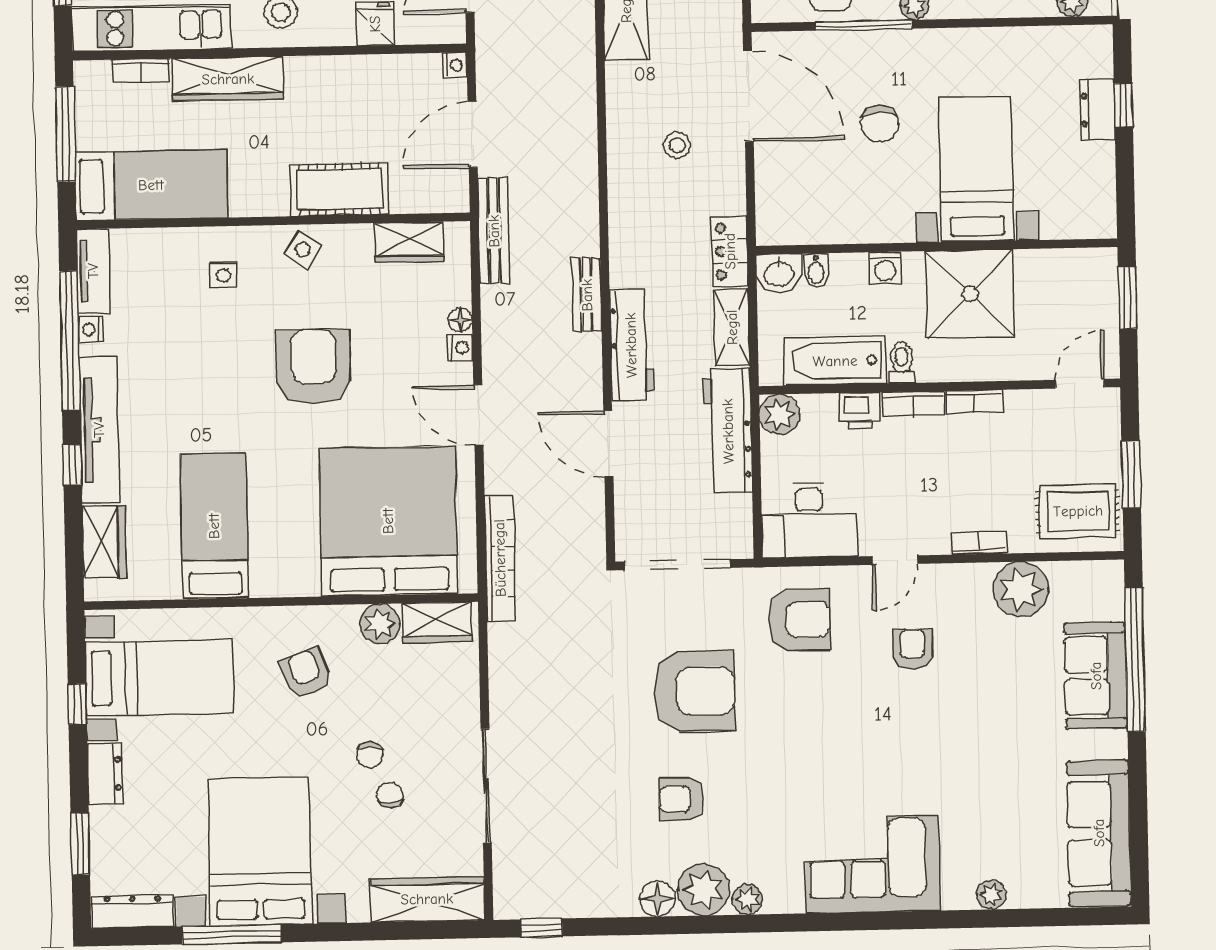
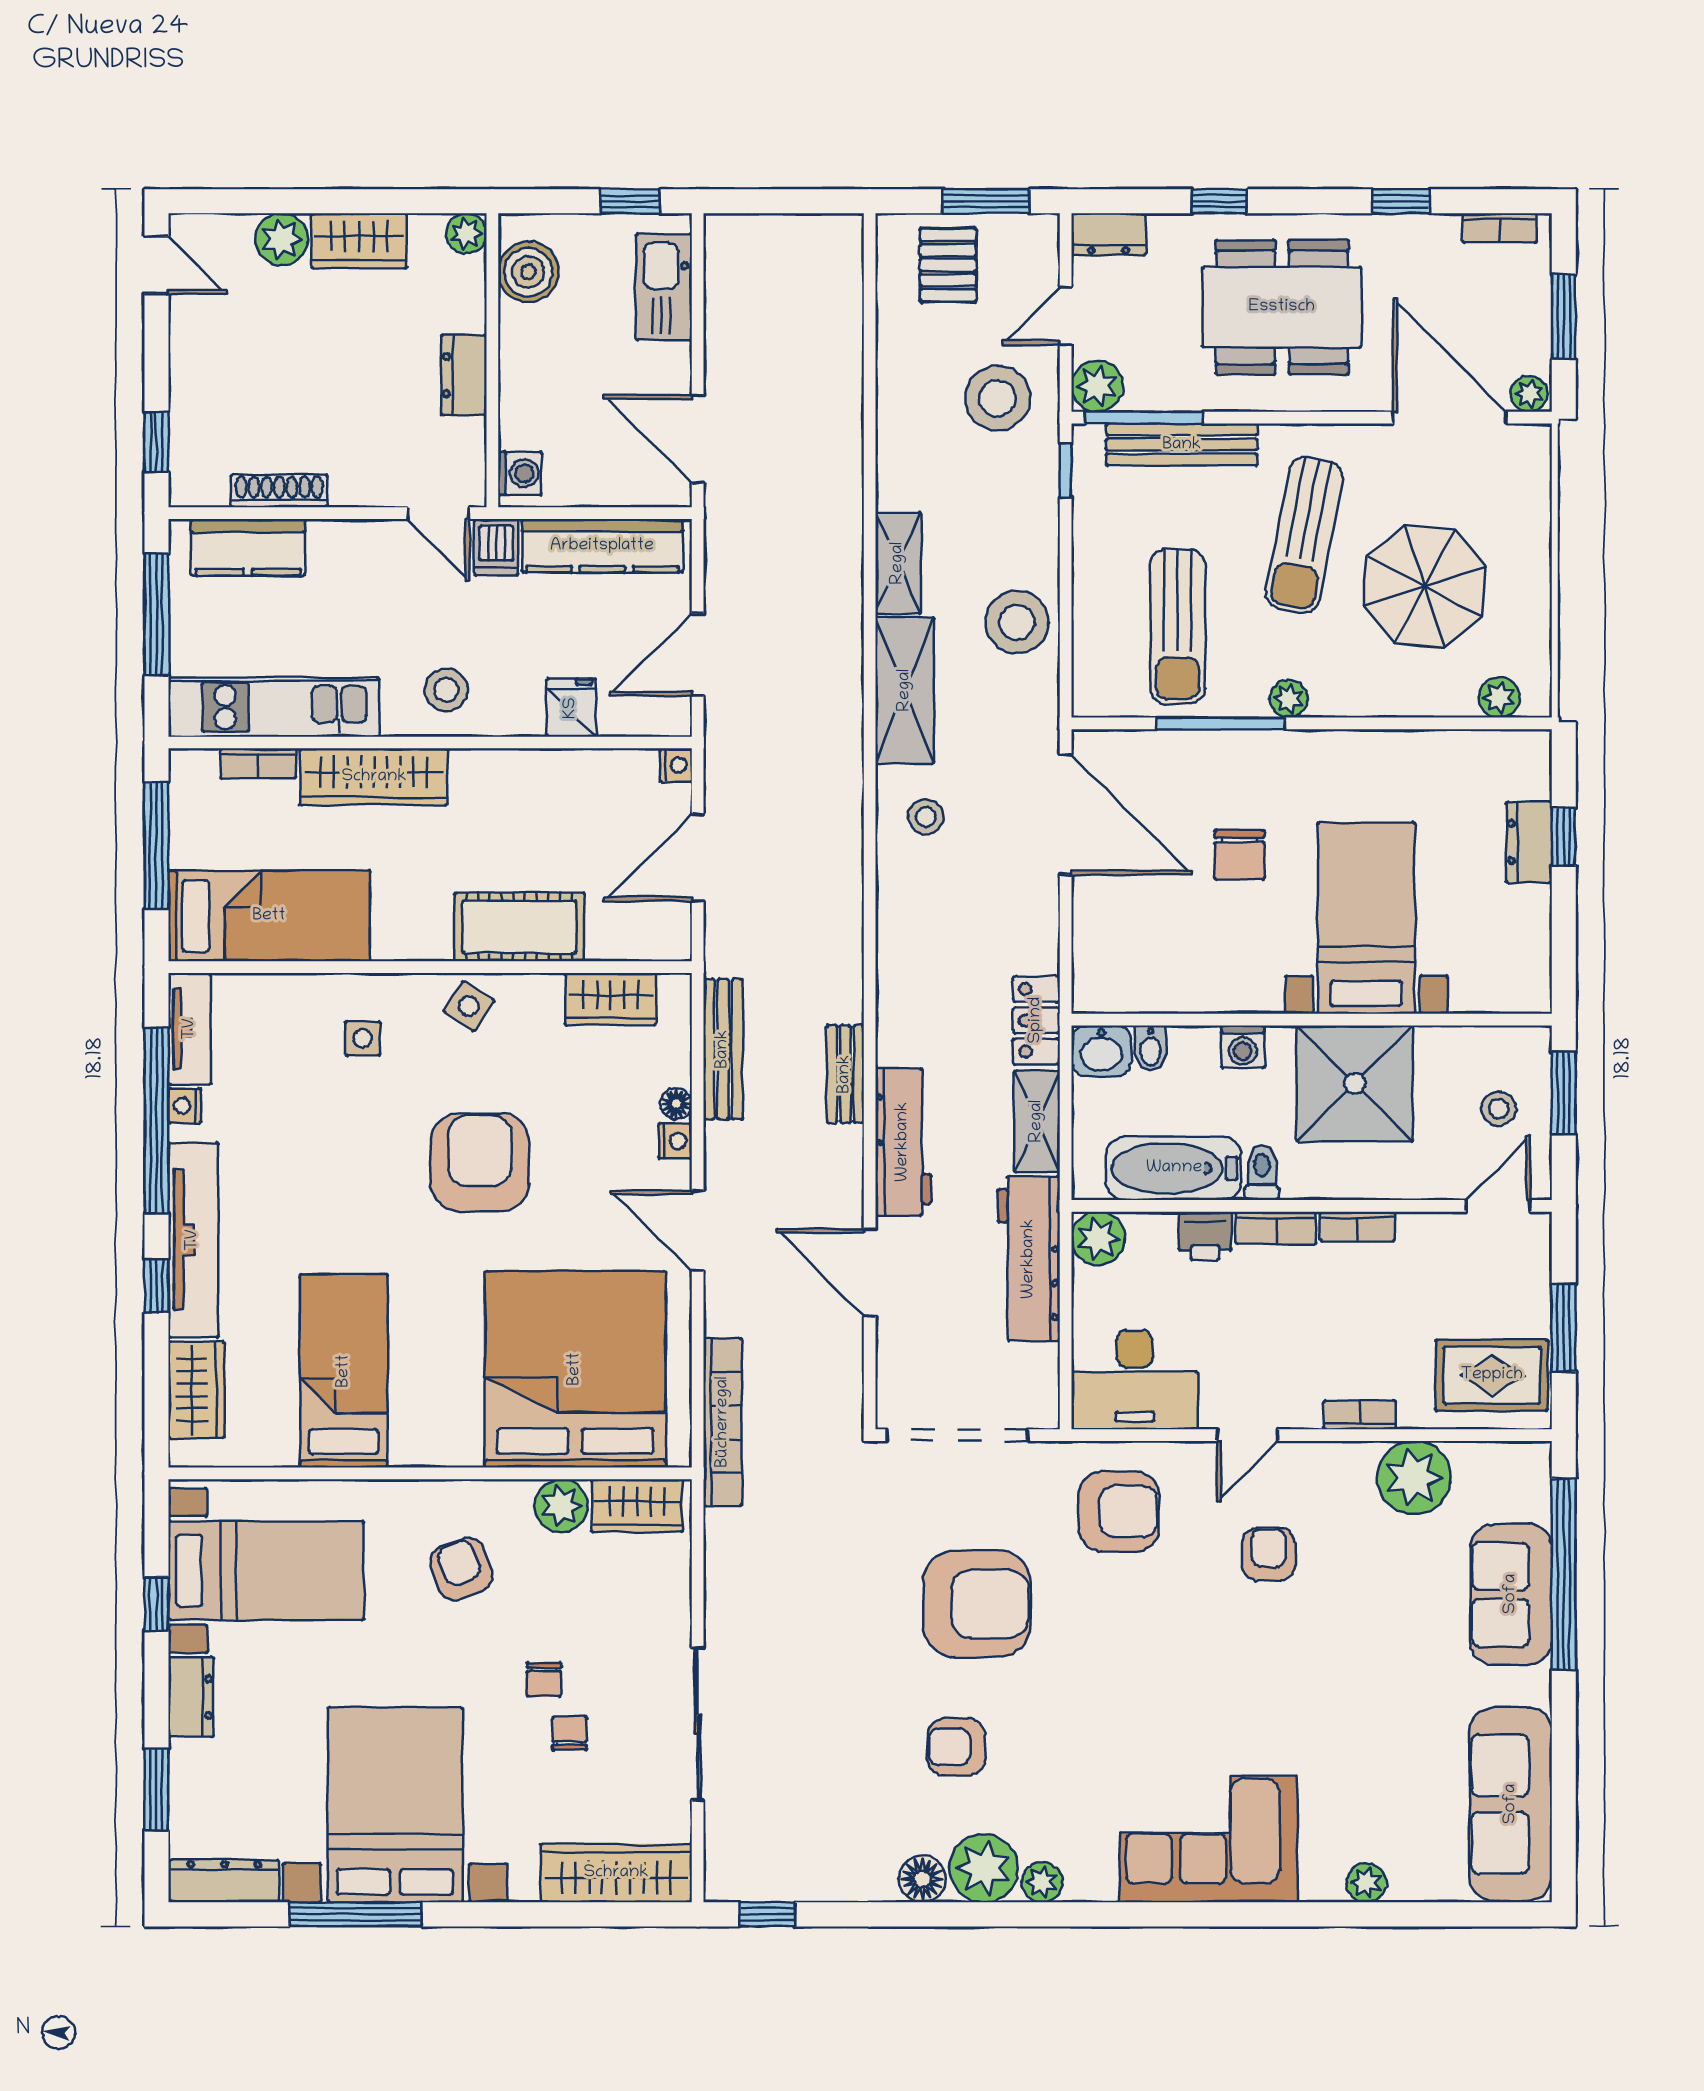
stool: (677, 145) -> (926, 817), moved
bench: (494, 231) -> (723, 1049), moved
stool: (1079, 310) -> (1499, 1109), added

